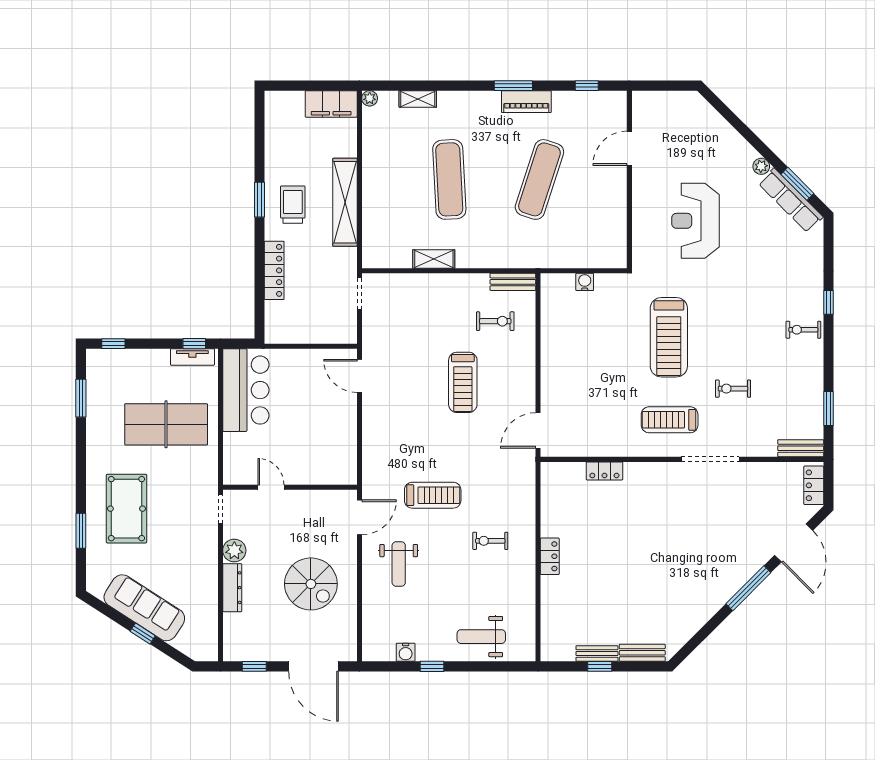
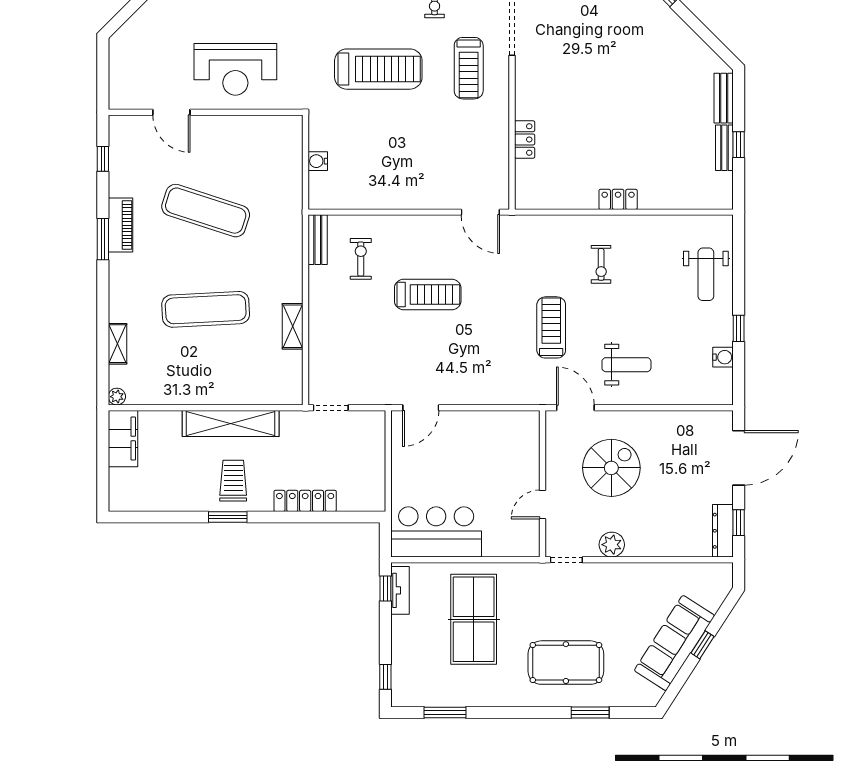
trolley: (293, 205) -> (233, 481), turned 90
reception desk: (696, 221) -> (235, 69), moved
spiral stairs: (311, 584) -> (611, 468), moved
dresser: (232, 588) -> (723, 531), moved, turned -90

